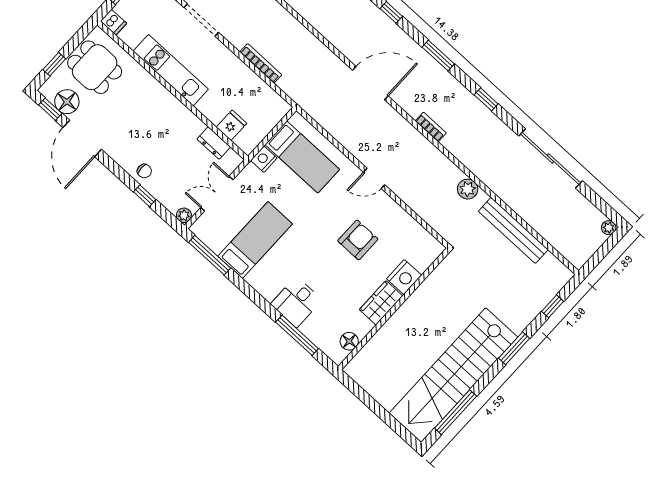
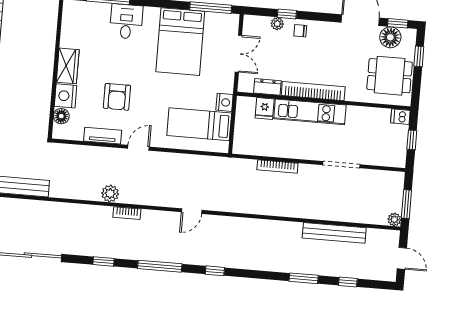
window: (438, 55) -> (160, 266), width x1.44
kitchen unit: (171, 70) -> (310, 112), moved
door: (370, 83) -> (192, 211), width x0.53
bookcase: (175, 107) -> (313, 91), added
plant: (468, 189) -> (110, 194), moved
plant: (184, 215) -> (277, 24), moved
tv unit: (398, 215) -> (103, 136), added
bed: (255, 240) -> (180, 42), width x1.50
floor lamp: (349, 341) -> (61, 116), moved

